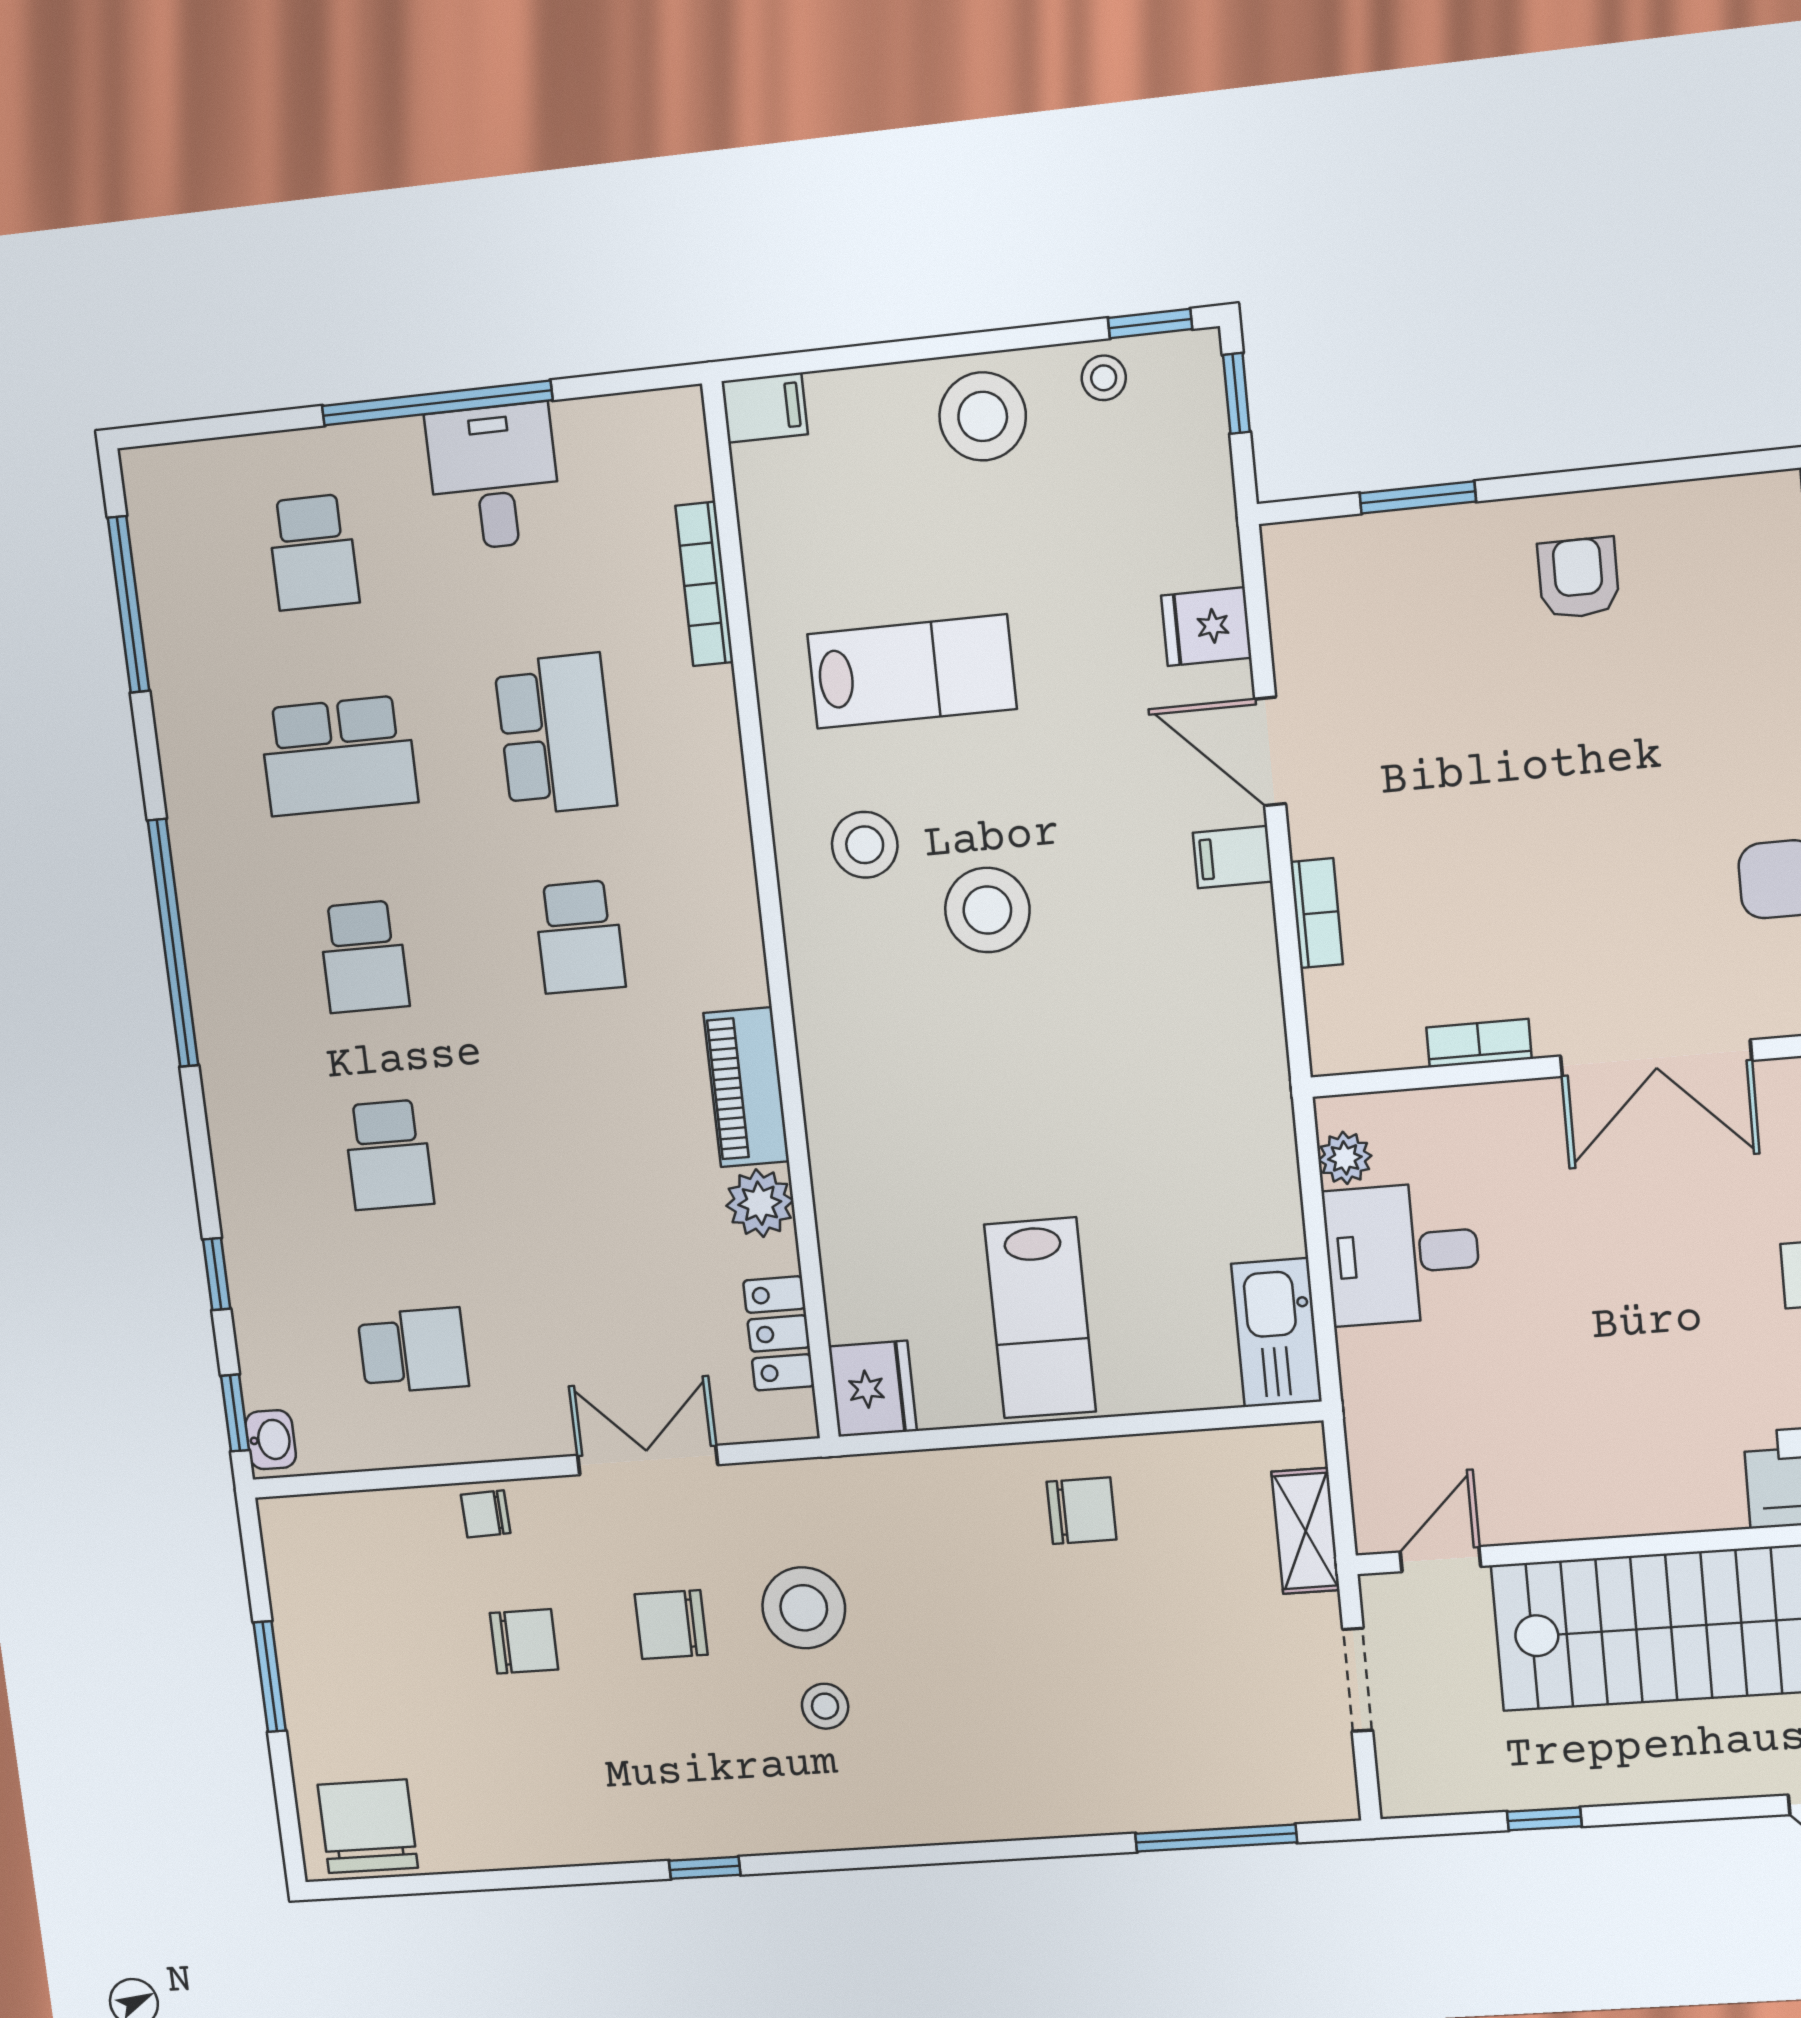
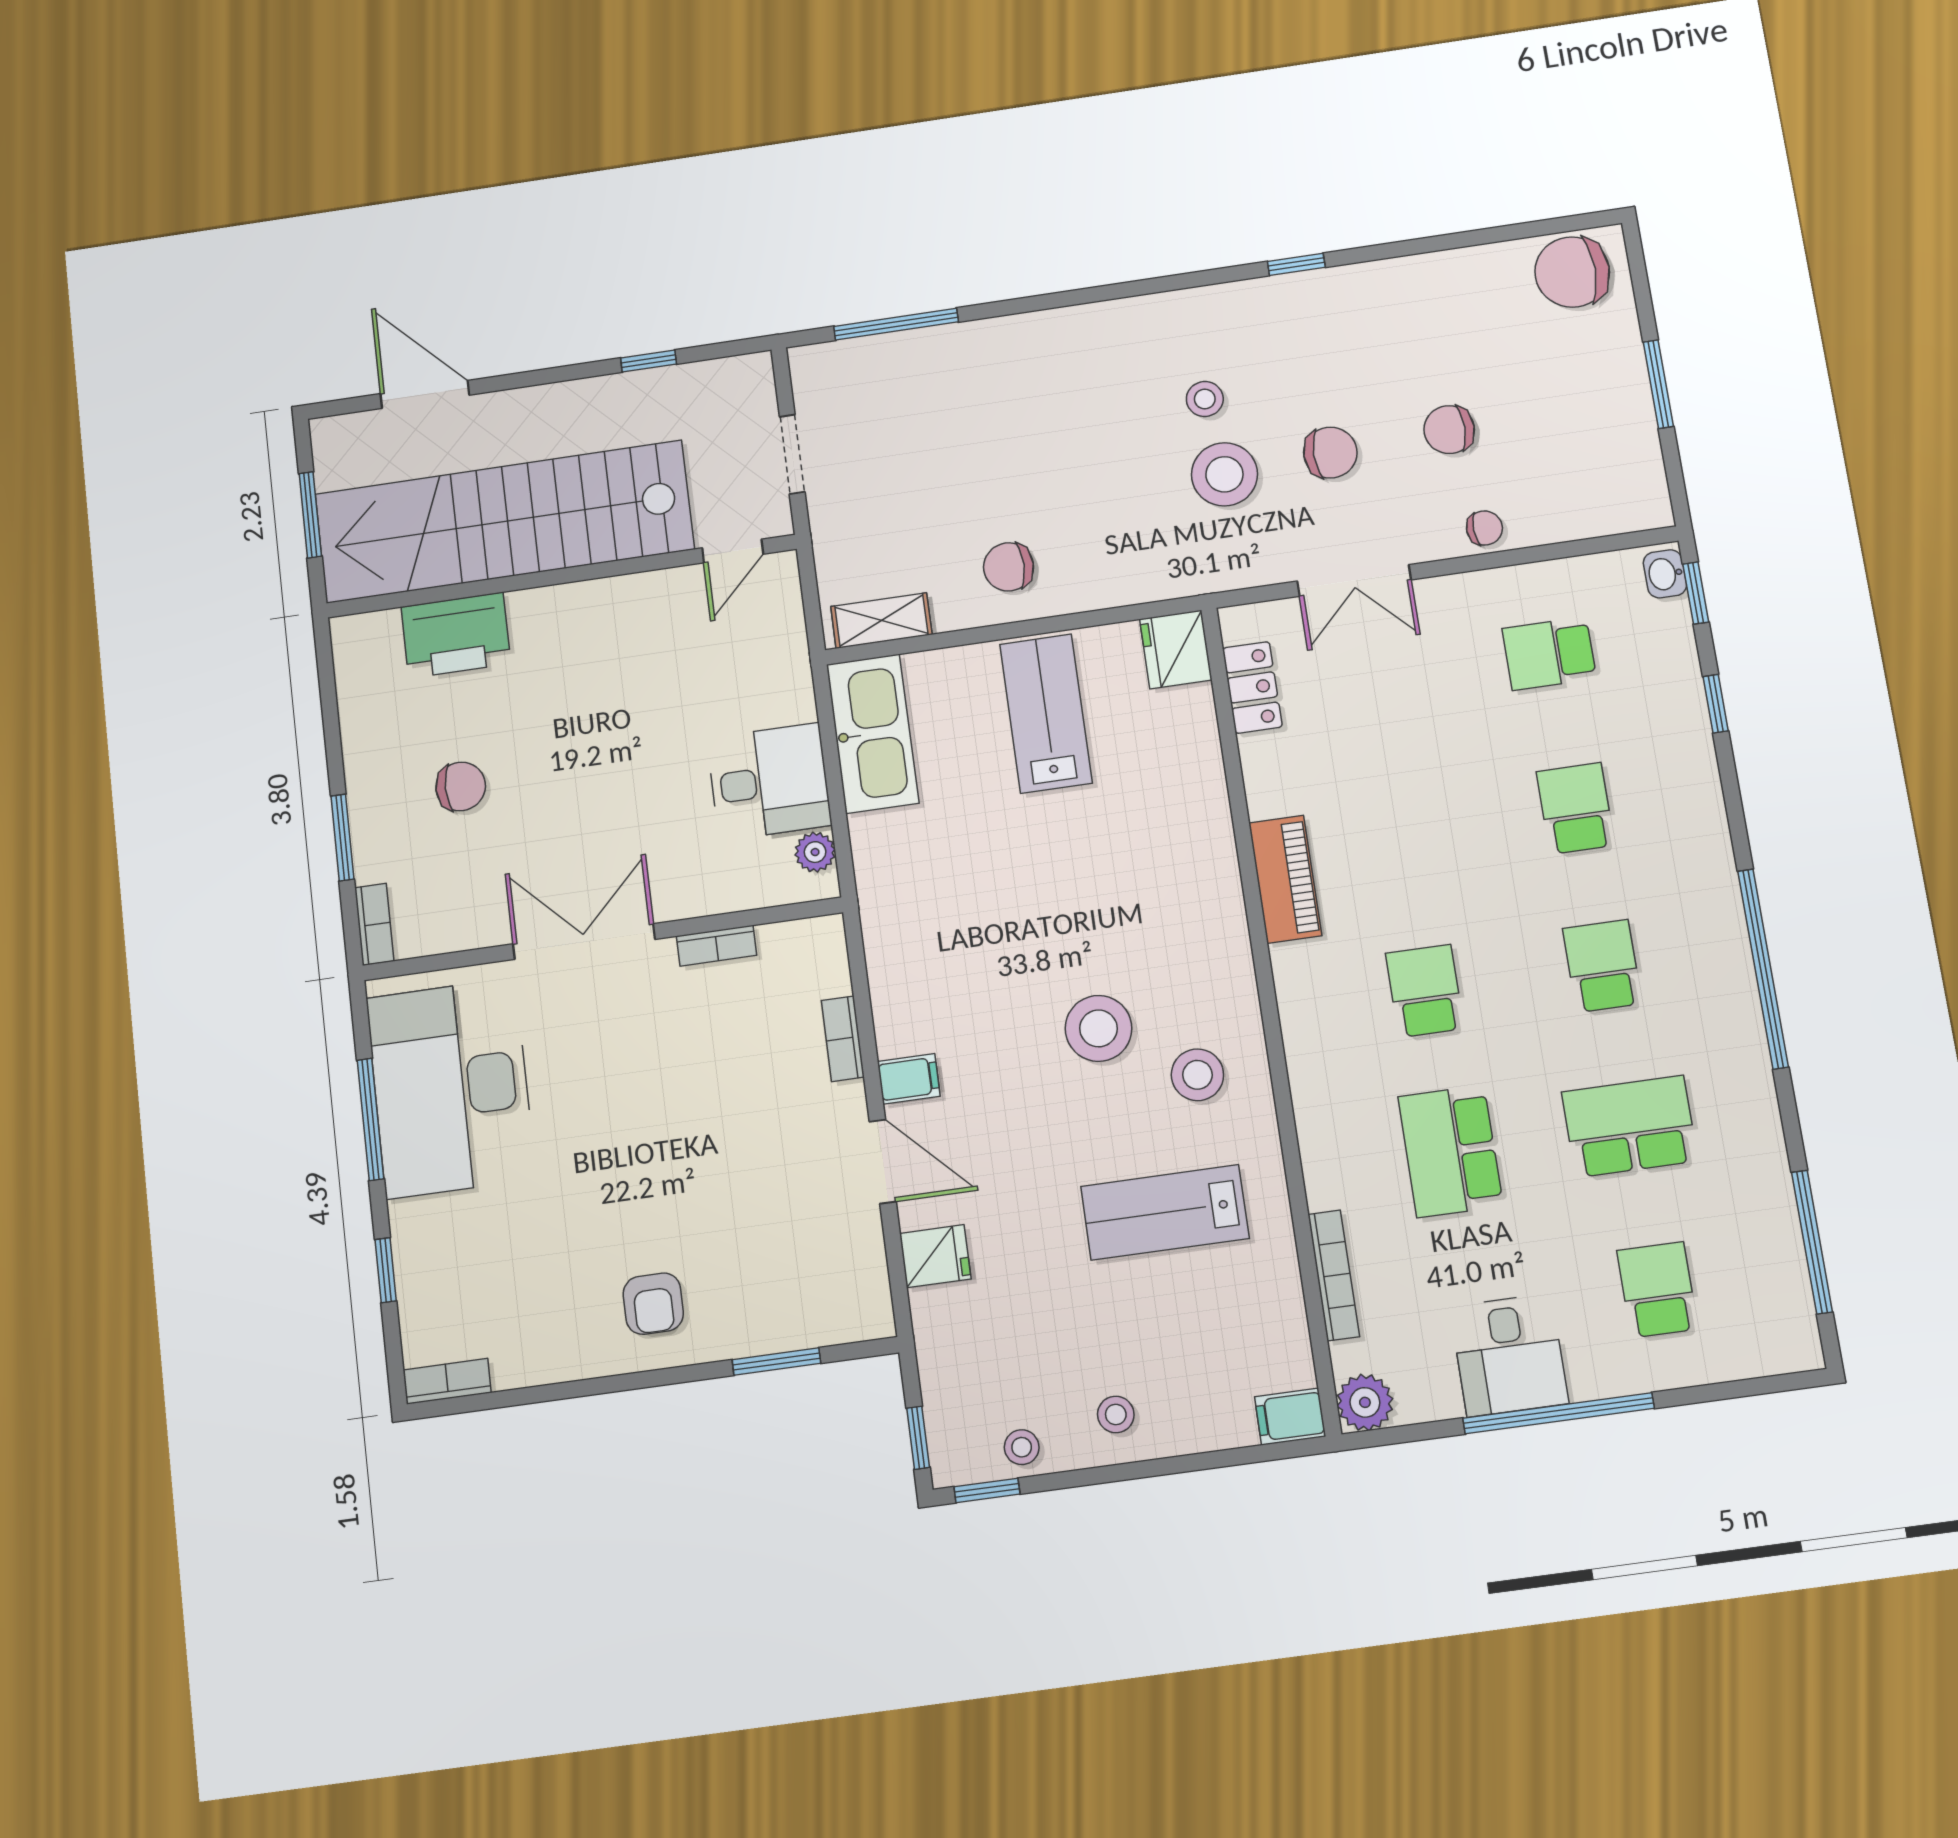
stool: (983, 416) -> (1116, 1414), width x0.53, depth x0.53
plant: (760, 1203) -> (1365, 1402), moved
kitchen sink: (1276, 1333) -> (873, 734), width x1.36, depth x1.24
shelving: (1306, 1531) -> (881, 621), moved, turned 90
chair: (368, 1826) -> (1572, 272), turned 90

